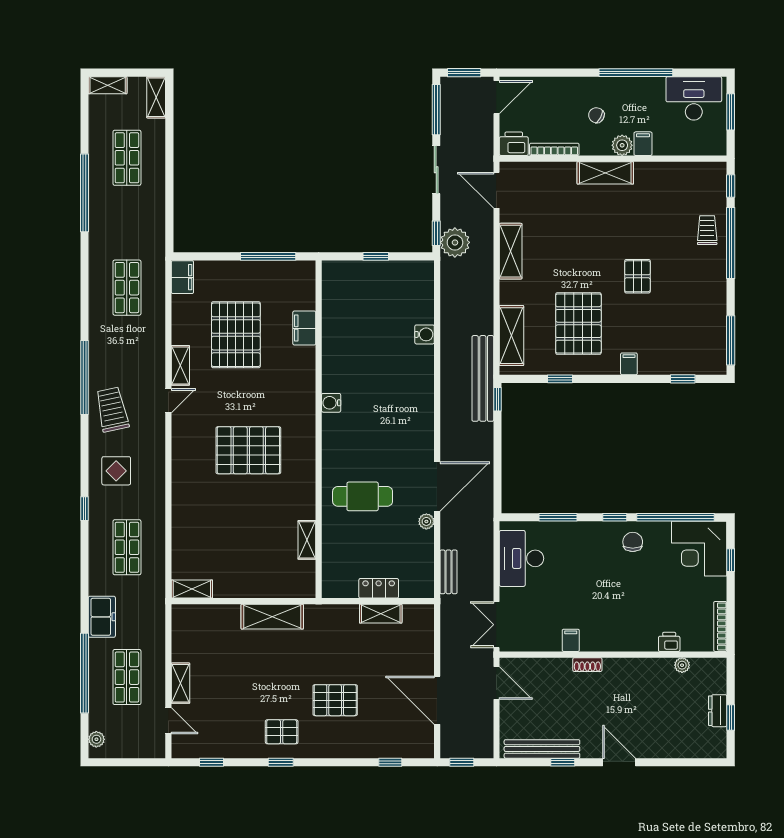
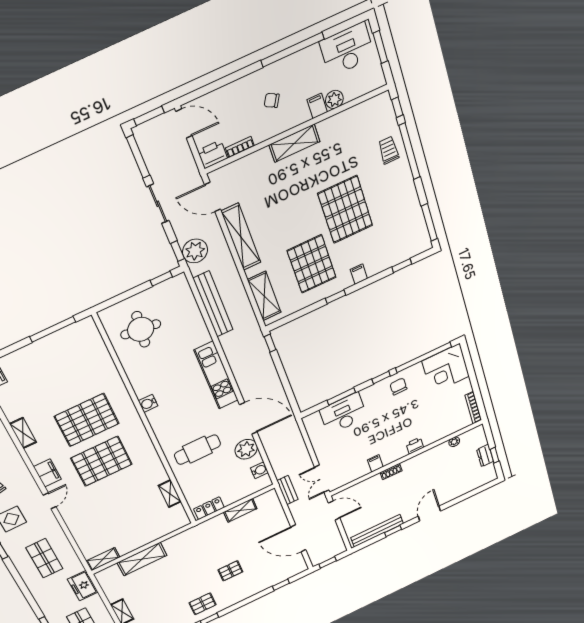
door: (496, 97) -> (184, 124), hinge flipped
plant: (622, 145) -> (334, 99), moved
bookcase: (554, 149) -> (240, 147), width x0.64
shelving: (511, 251) -> (241, 237), width x1.47
window: (376, 256) -> (161, 279), moved
pallet: (637, 276) -> (345, 209), width x2.05, depth x2.00
round table: (360, 305) -> (141, 329), added
filing cabinet: (304, 328) -> (47, 473), moved, turned 180
water cooler: (425, 334) -> (259, 470), moved
pallet: (236, 335) -> (87, 420), moved, turned 90
bench: (483, 378) -> (213, 304), moved
window: (560, 379) -> (336, 297), moved
door: (168, 401) -> (50, 501), moved
kitchen unit: (421, 408) -> (216, 375), added
door: (437, 487) -> (248, 418), hinge flipped
plant: (426, 521) -> (246, 449), width x1.88, depth x1.88
desk: (522, 558) -> (343, 414), moved, turned 90
window: (731, 560) -> (469, 365), removed
bench: (449, 572) -> (287, 490), moved
locker: (379, 588) -> (209, 508), moved
freezer: (102, 617) -> (83, 586), moved, turned 180
shelving: (272, 617) -> (142, 559), moved
printer: (669, 642) -> (415, 446), moved
pallet: (335, 700) -> (230, 571), width x0.67, depth x0.71
door: (619, 762) -> (429, 514), hinge flipped

